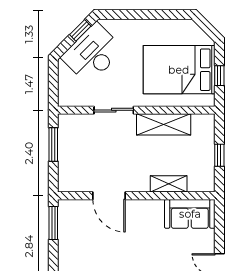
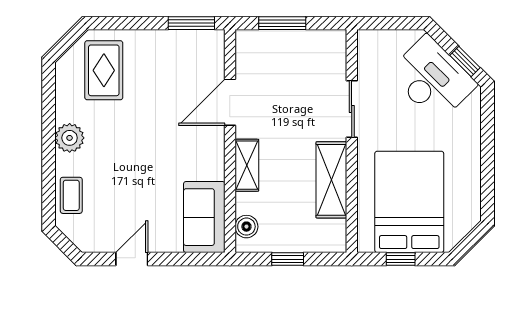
window: (53, 145) -> (282, 23), moved
shelving: (169, 184) -> (247, 165), moved
boiler: (196, 184) -> (246, 227), added

